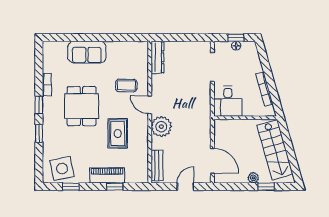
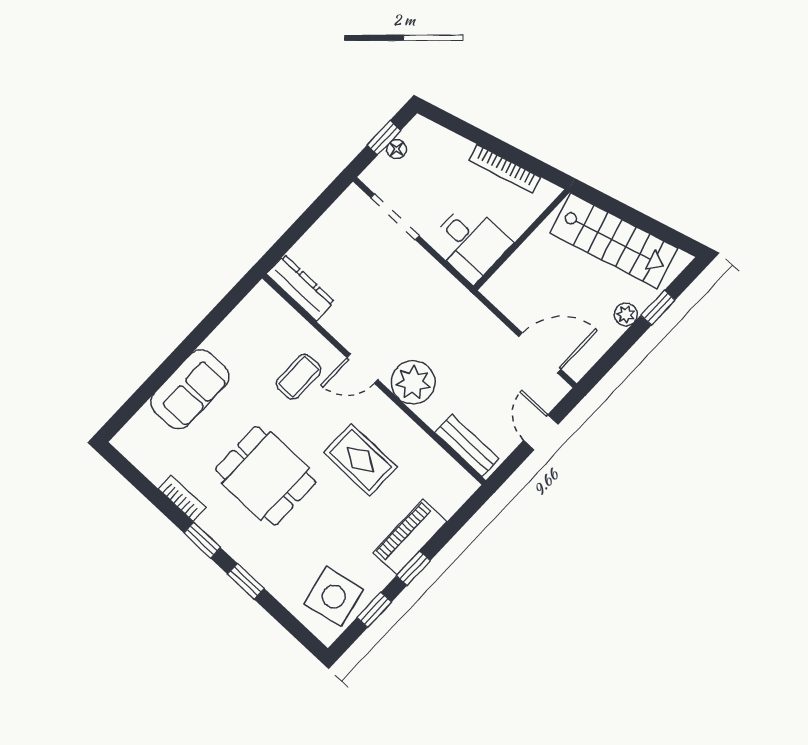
window: (115, 187) -> (413, 568), moved

